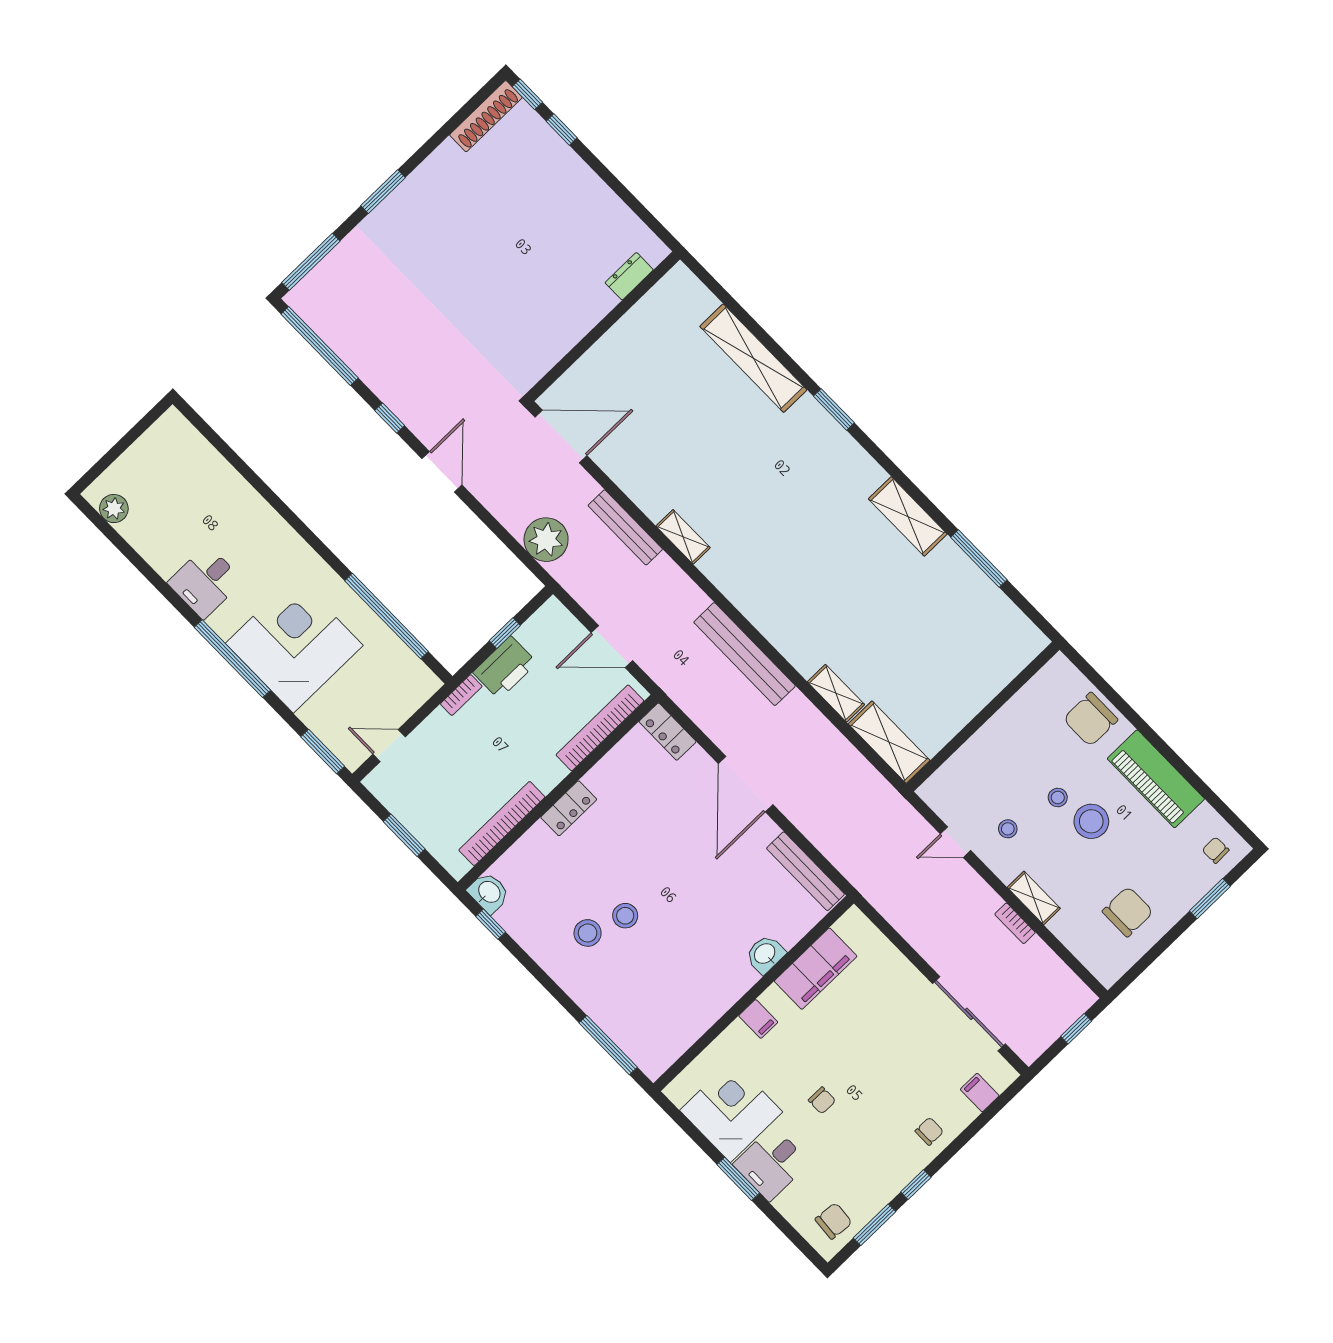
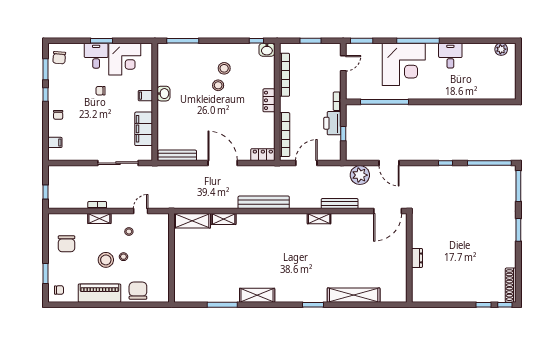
dresser: (629, 276) -> (417, 258), moved
door: (442, 472) -> (389, 163), moved
washbasin: (765, 954) -> (163, 94), moved
sliding door: (969, 1014) -> (118, 163), moved

